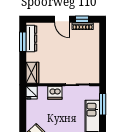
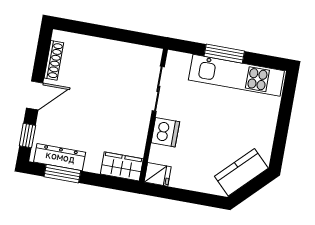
window: (82, 19) -> (27, 136), moved
window: (103, 104) -> (224, 54), moved

